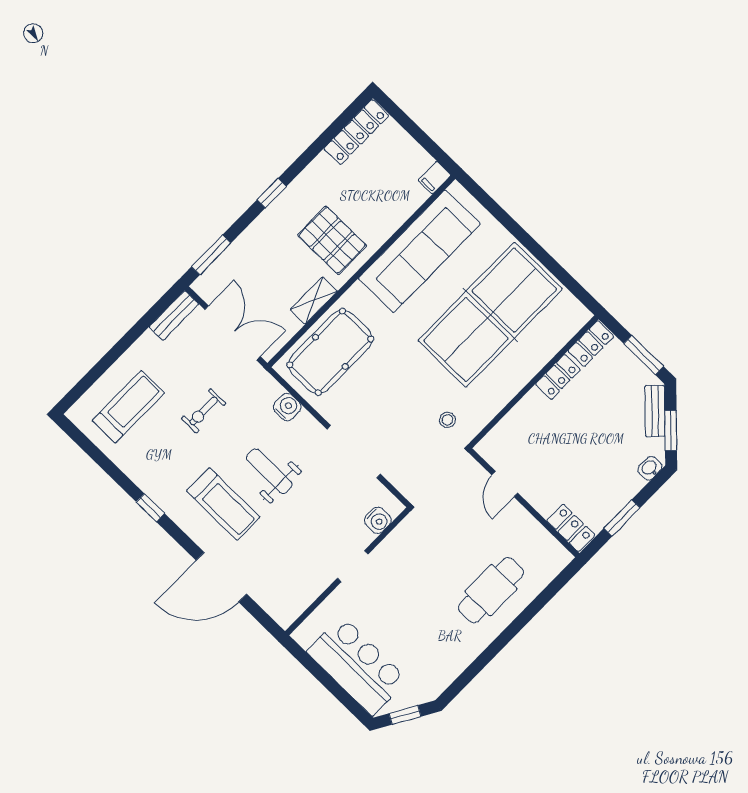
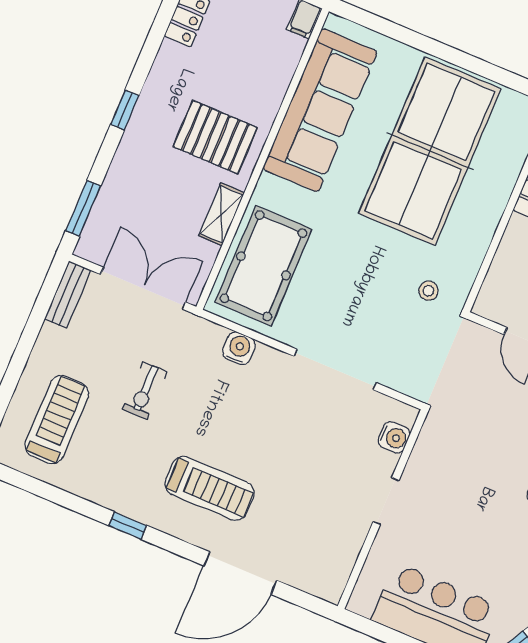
weight bench: (269, 471) -> (247, 430), removed

